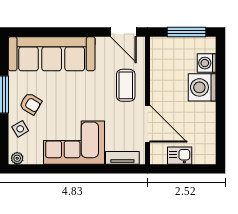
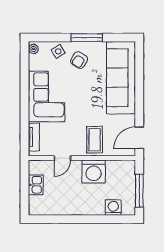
coffee table: (126, 85) -> (95, 140), turned 90
washing machine: (202, 87) -> (94, 172), moved, turned 180
door: (148, 124) -> (62, 158), width x0.53

